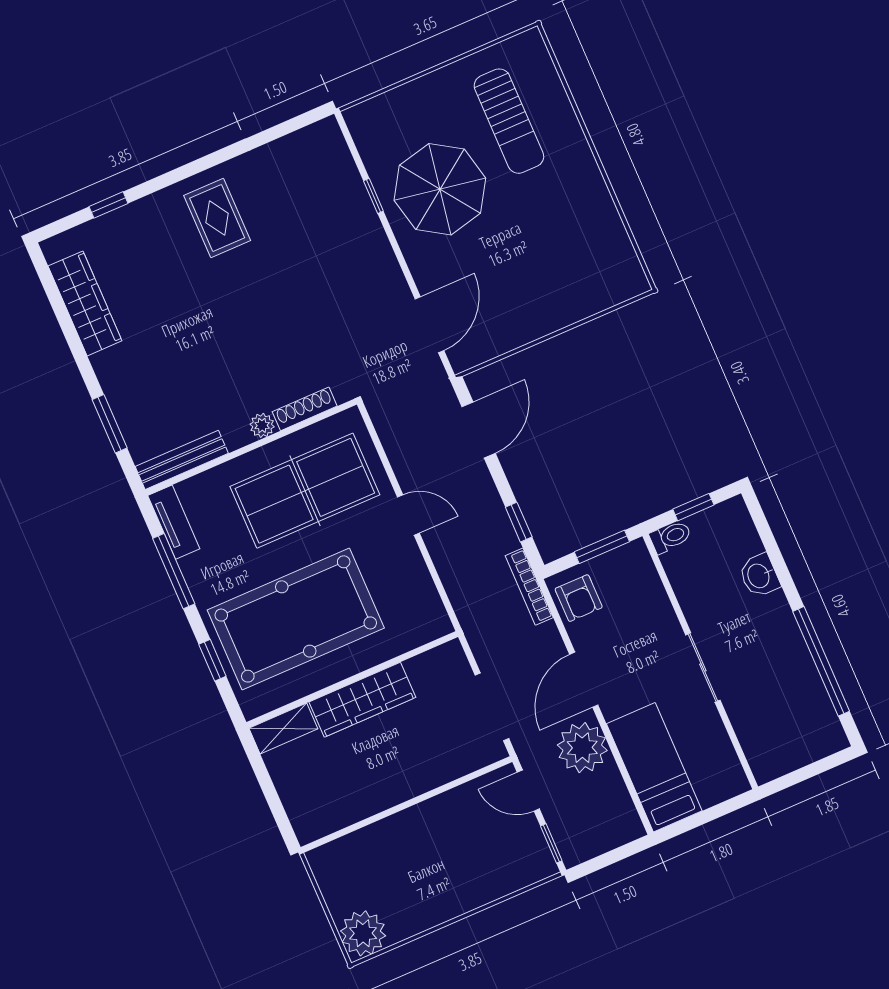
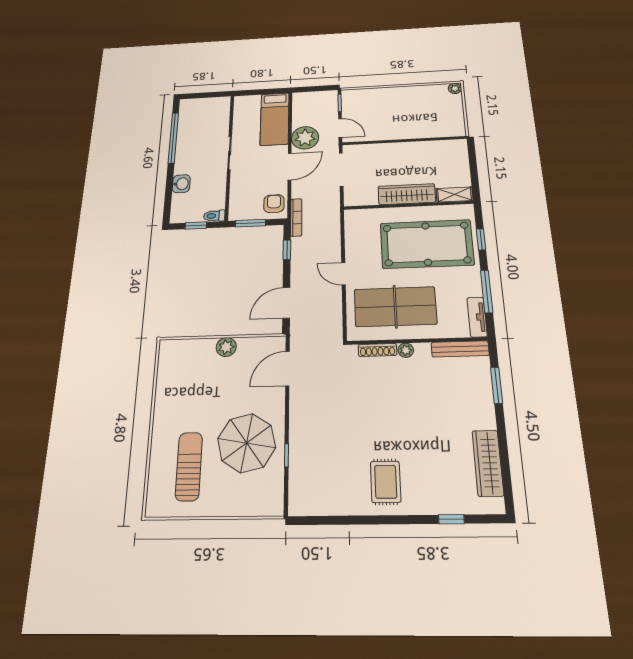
plant: (540, 320) -> (226, 347), added
plant: (363, 933) -> (455, 88), width x0.53, depth x0.53

